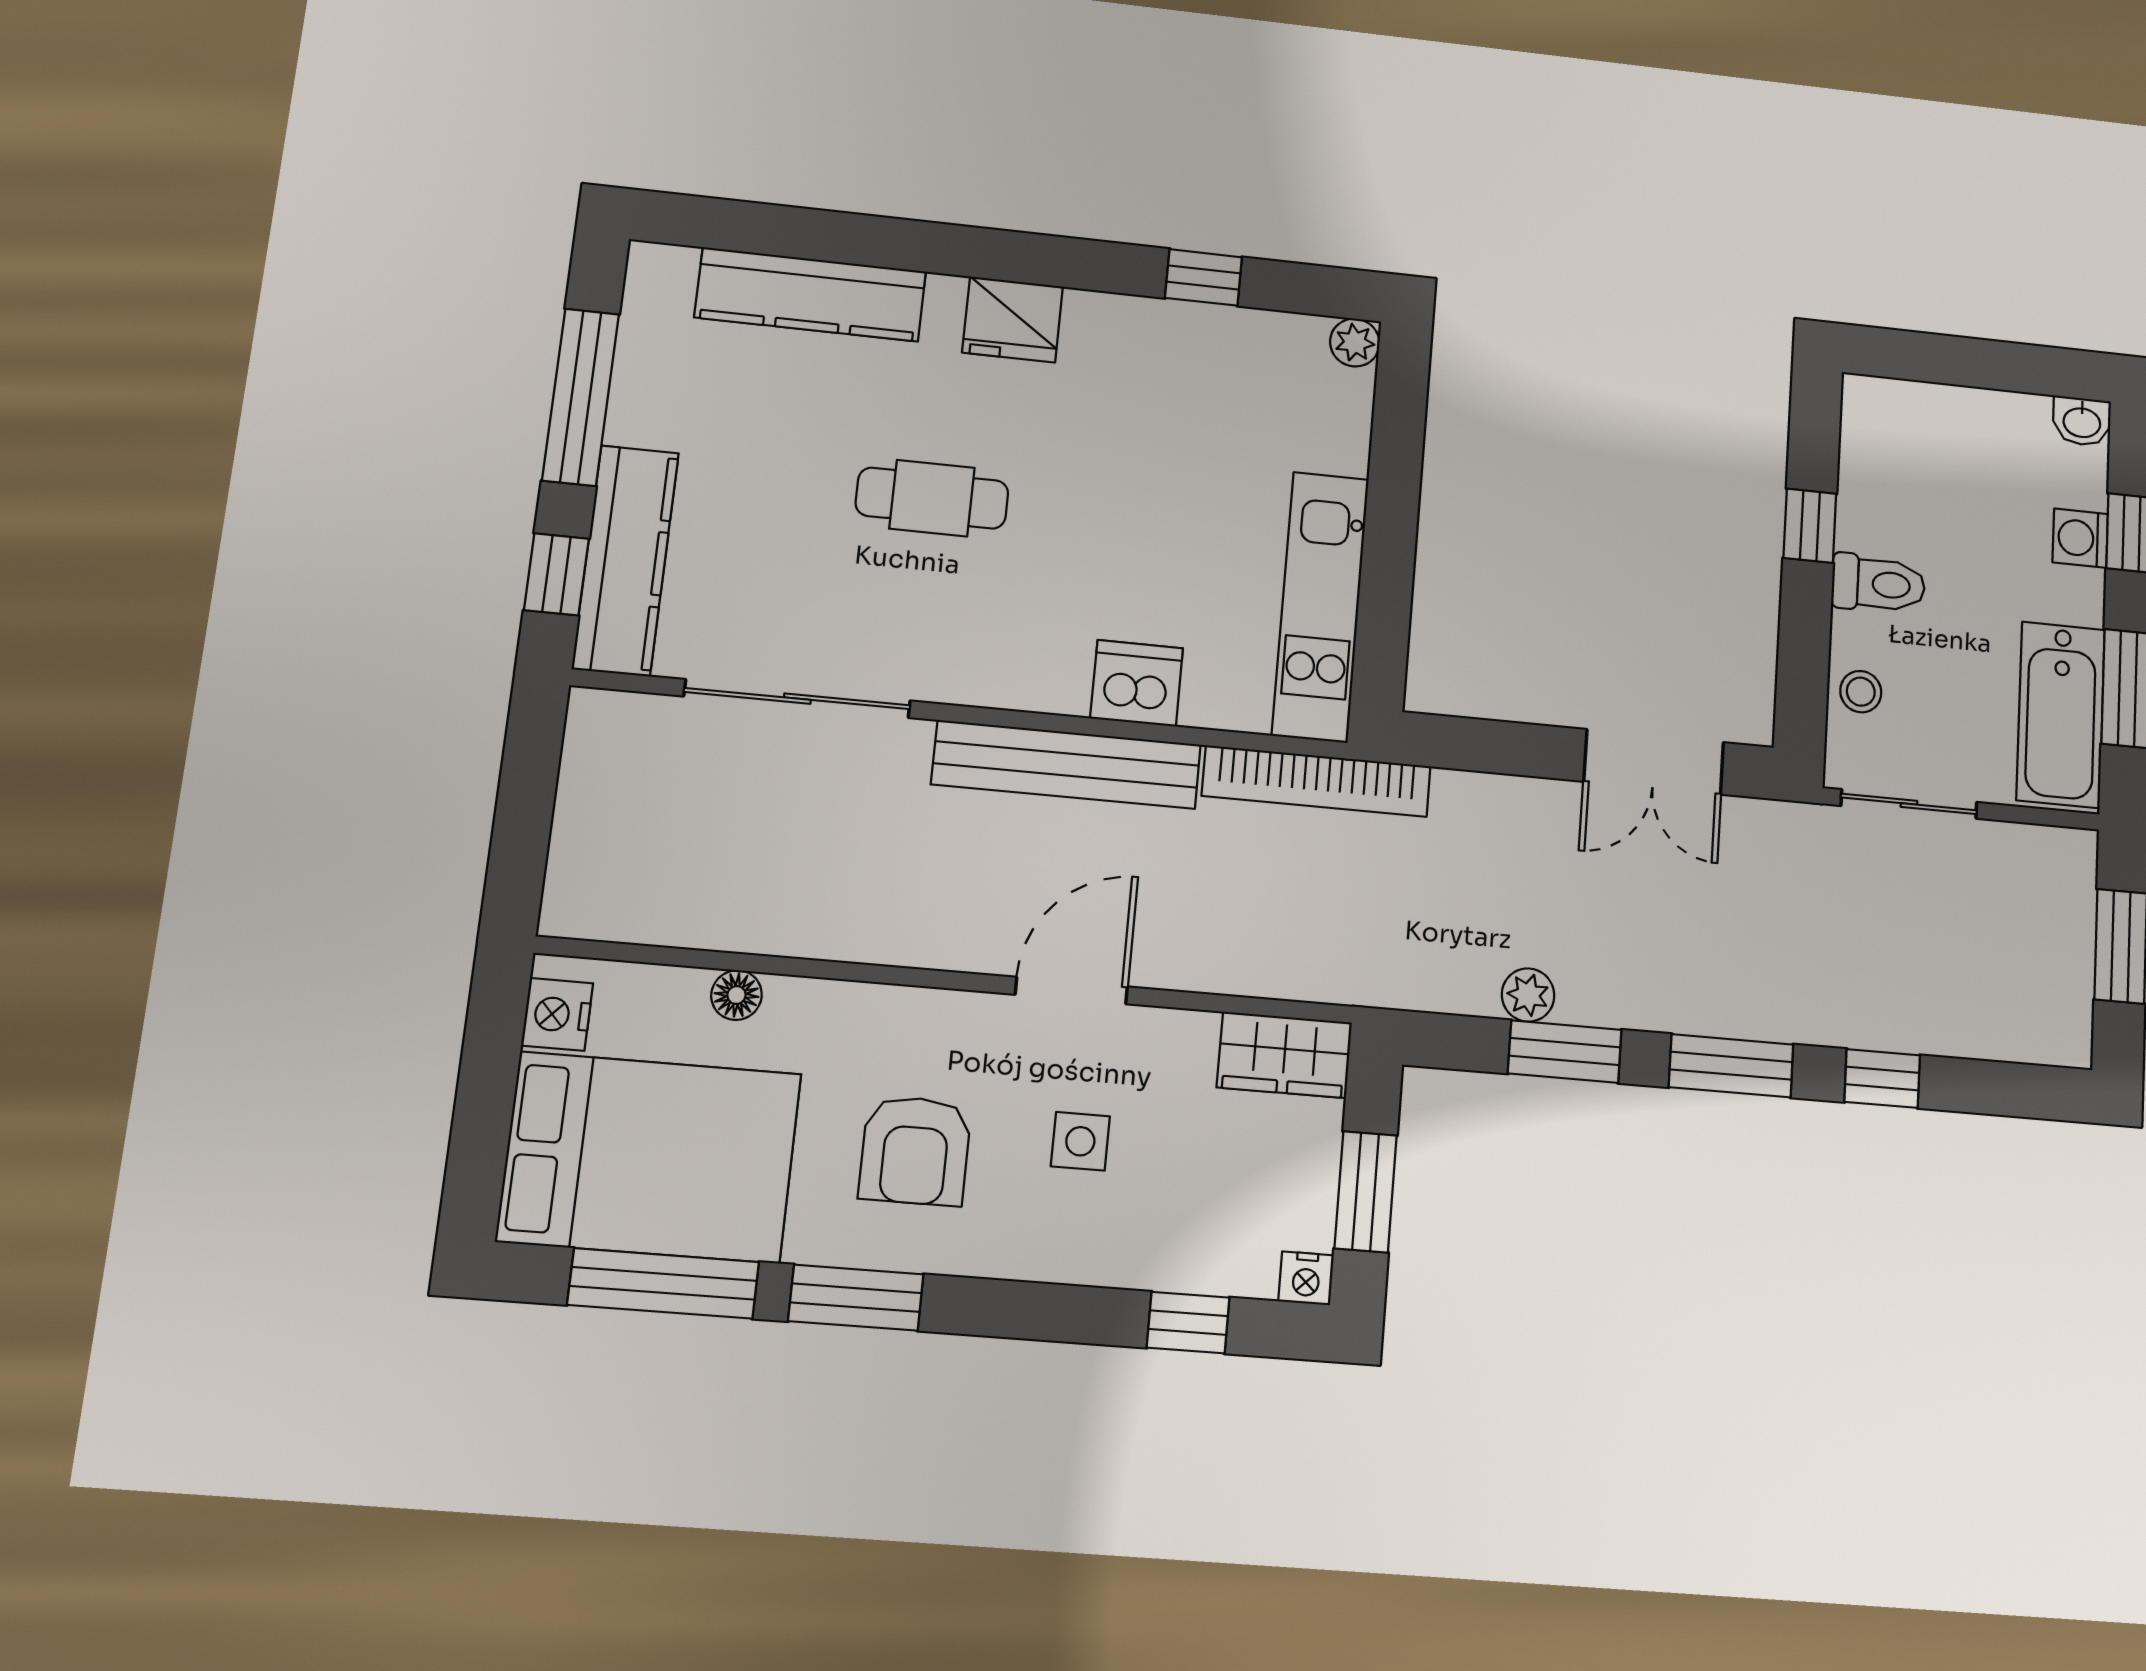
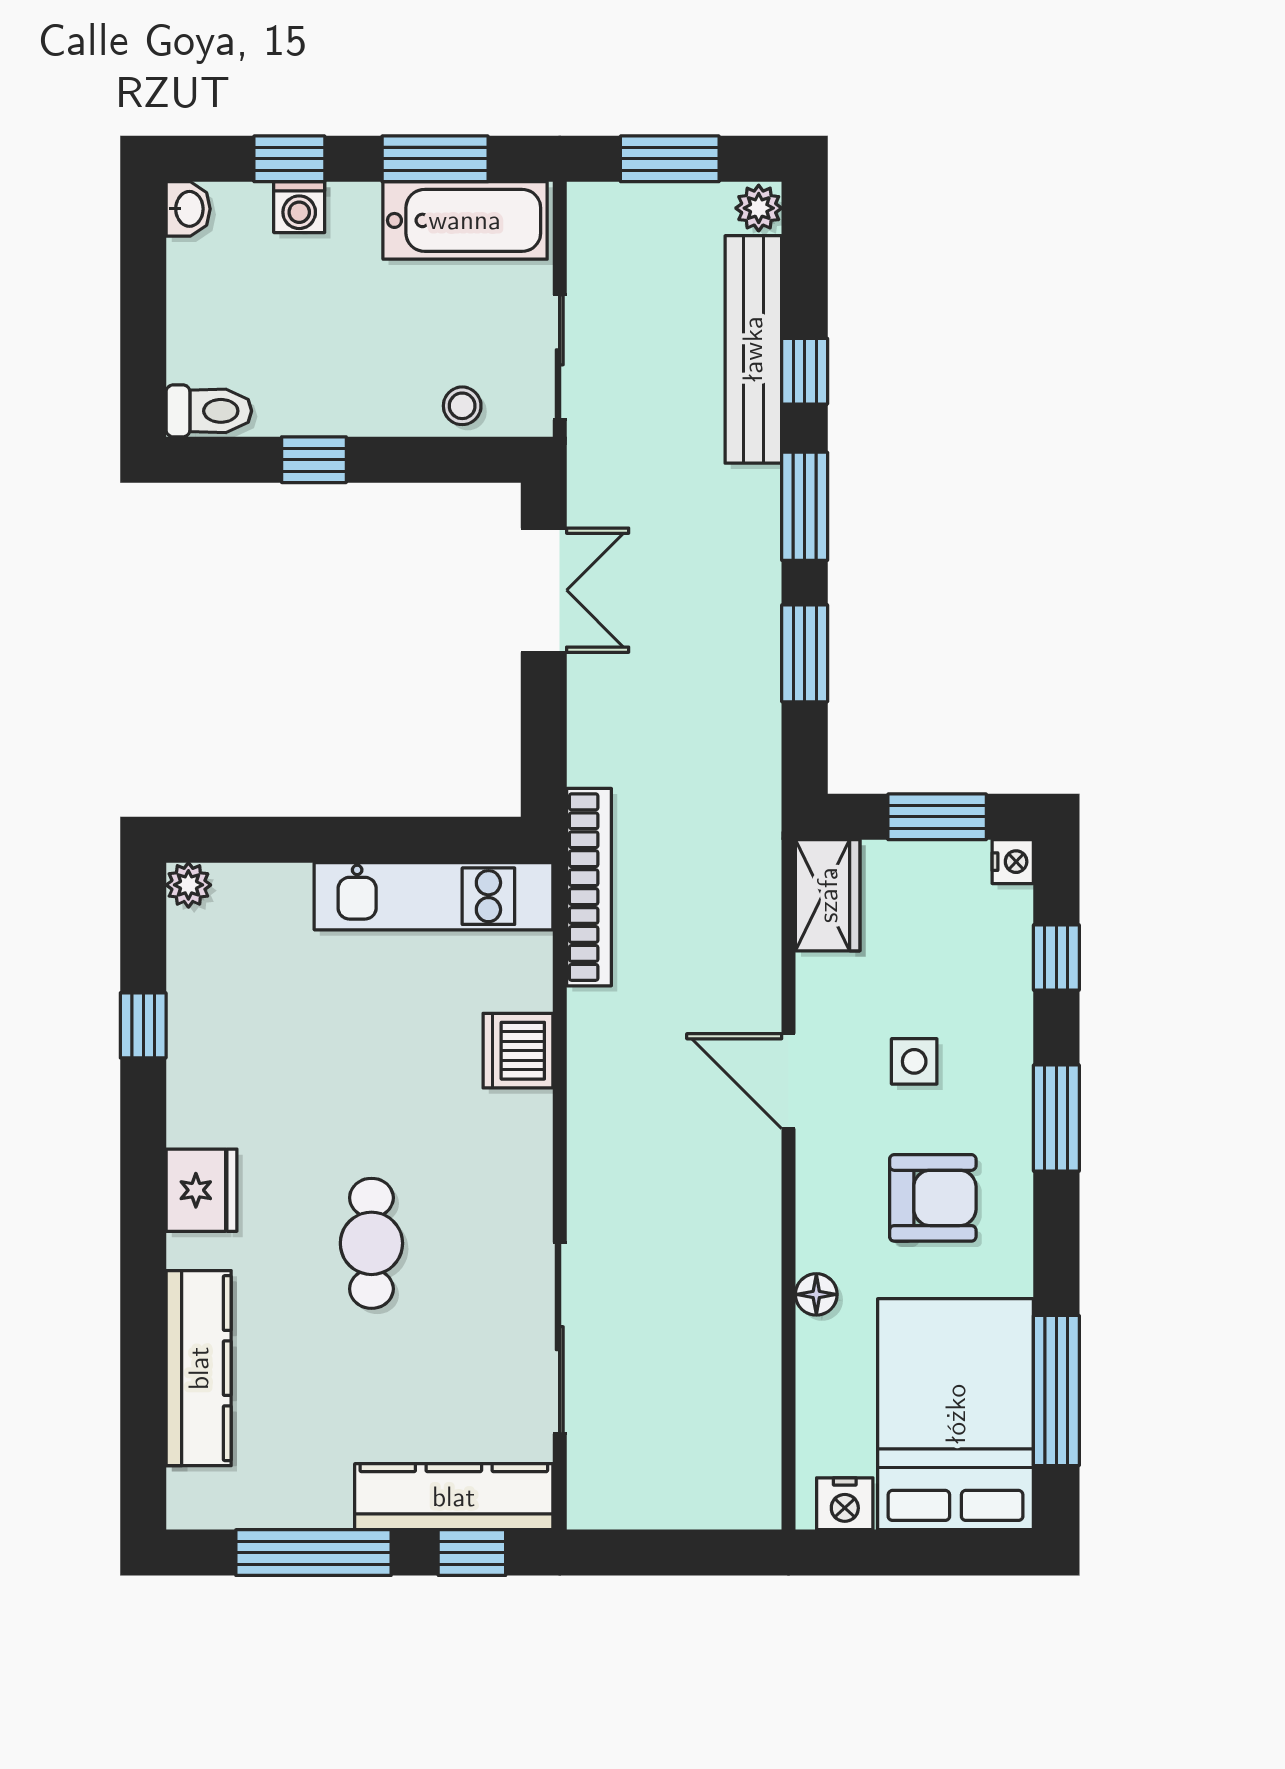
toilet: (1878, 584) -> (209, 411), moved, turned 90
bench: (1067, 764) -> (753, 349), moved
floor lamp: (736, 995) -> (816, 1294), moved
plant: (1528, 995) -> (759, 208), moved
window: (856, 1298) -> (1056, 1118), moved

